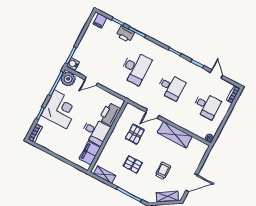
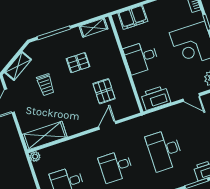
door: (91, 81) -> (191, 97), swing flipped
printer: (110, 114) -> (156, 98), moved, turned -90
shelving: (175, 135) -> (45, 136), moved
filing cabinet: (90, 153) -> (133, 17), moved, turned 90

